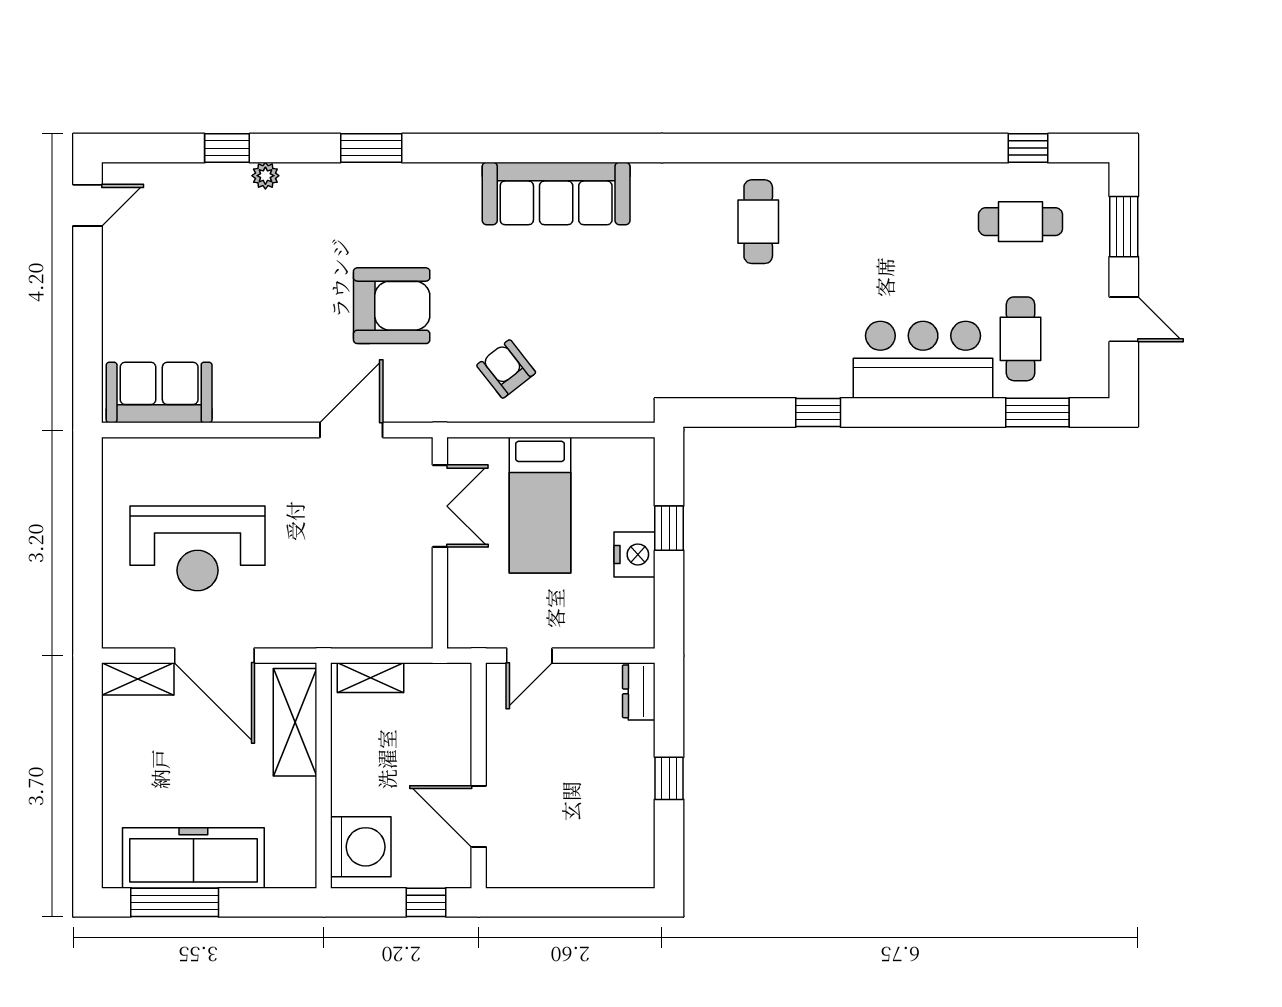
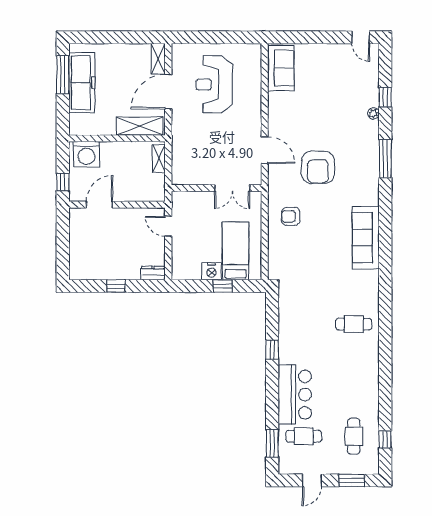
window: (371, 148) -> (385, 159), width x1.44
armchair: (506, 369) -> (291, 216), turned -142
bed: (540, 505) -> (235, 251), moved, turned 90

